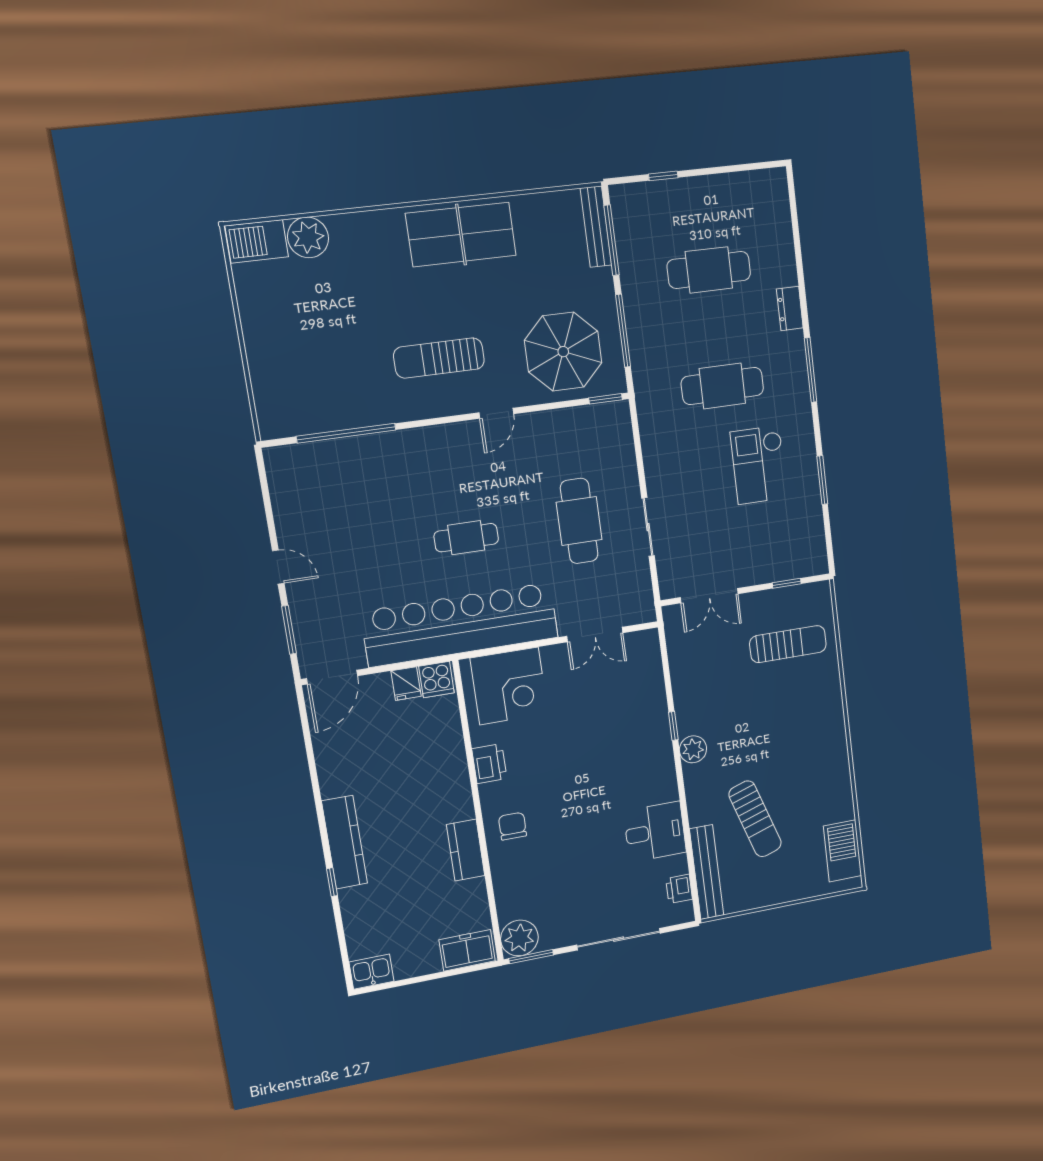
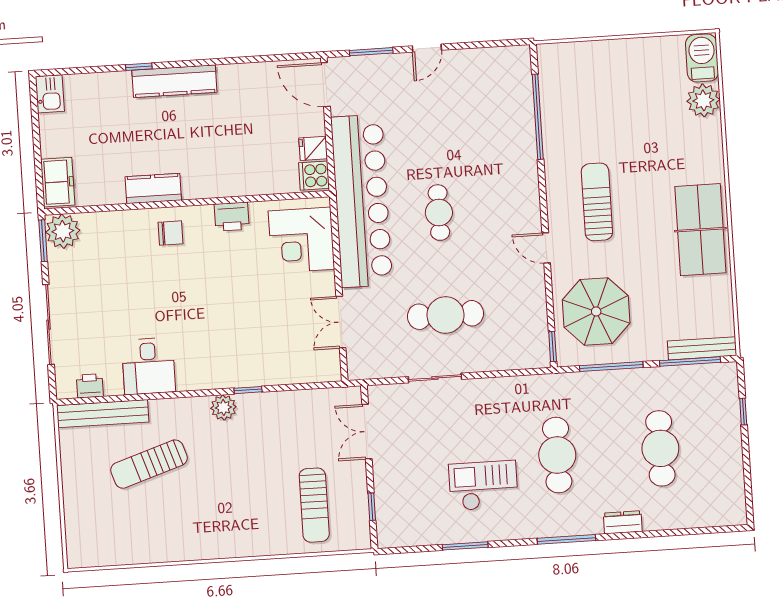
barbecue: (843, 851) -> (106, 550), removed

